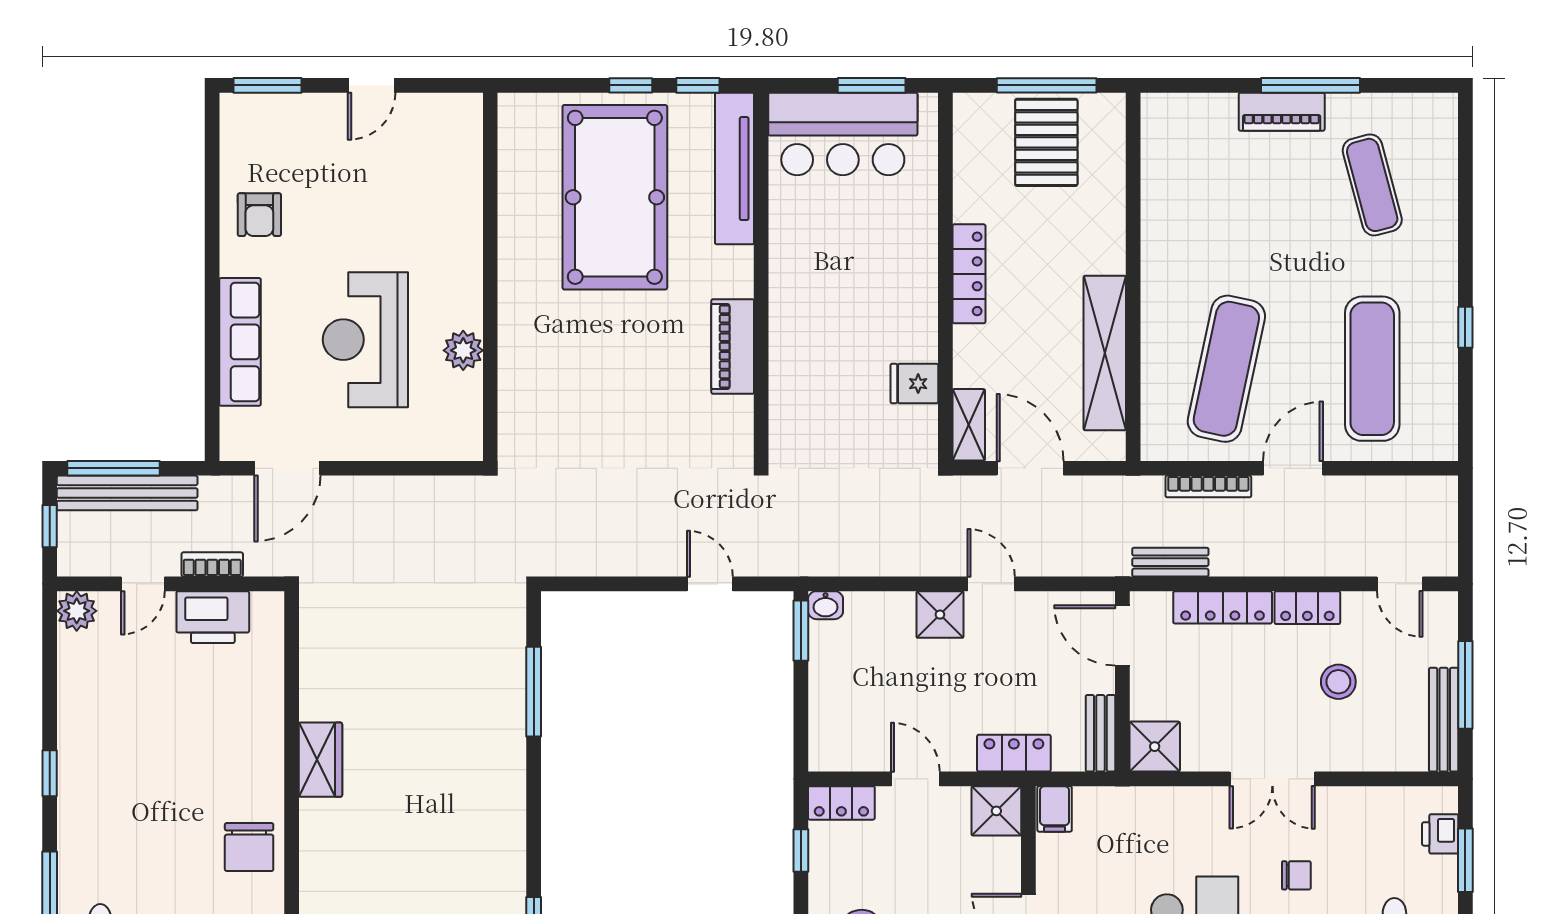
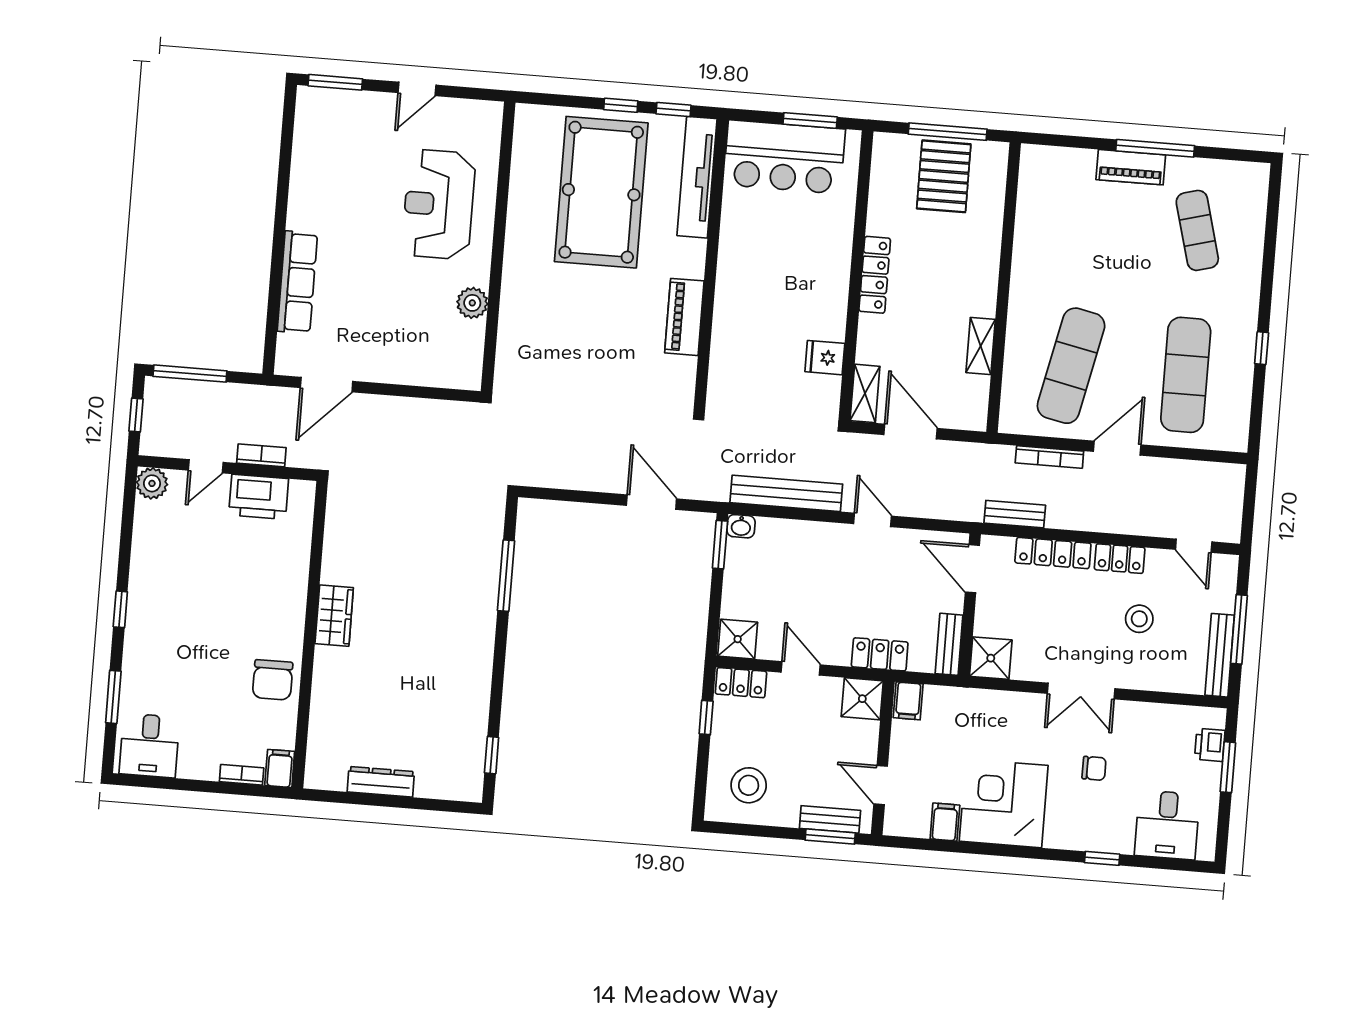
armchair: (259, 215) -> (321, 183), removed
reception desk: (365, 340) -> (439, 204), moved
shelving: (1105, 353) -> (981, 346), width x0.45, depth x0.75
bench: (127, 493) -> (786, 493), moved
door: (710, 584) -> (651, 502), width x1.38
shower: (940, 615) -> (738, 639), moved

